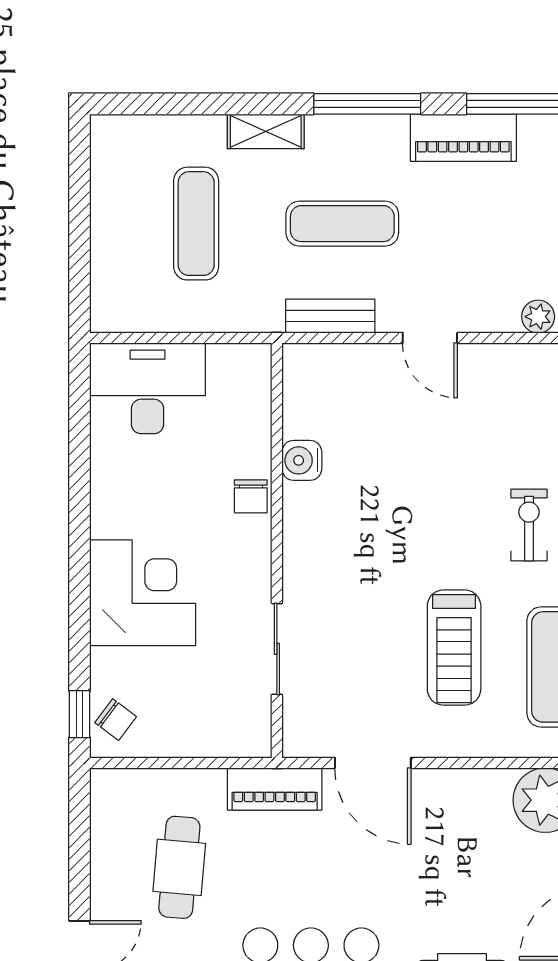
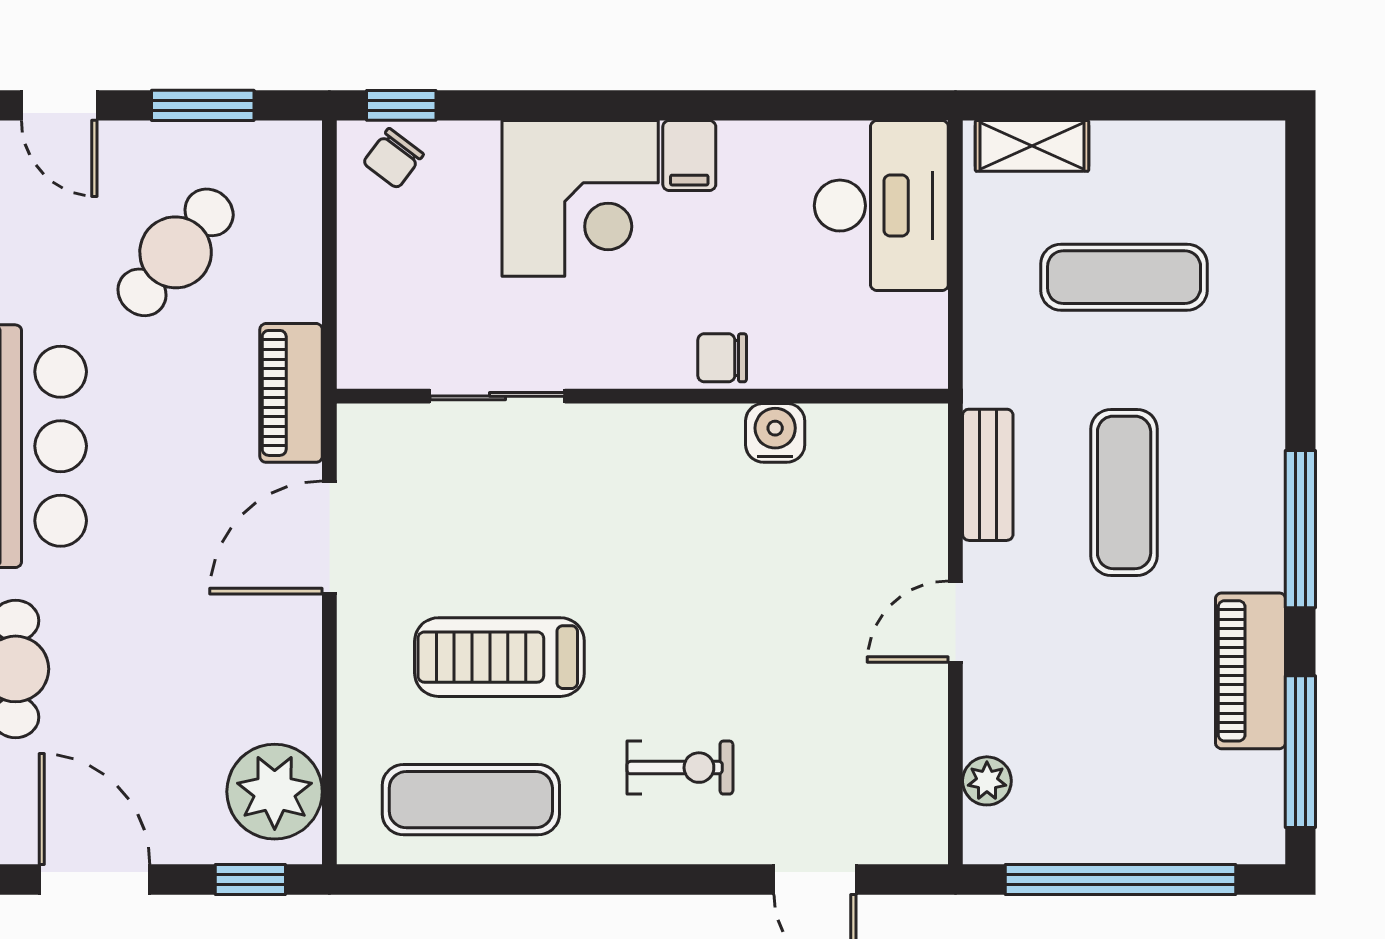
shelving: (266, 131) -> (1032, 146), moved, turned 90
filing cabinet: (114, 519) -> (689, 156), added
window: (80, 849) -> (203, 105), added
cafe table: (179, 867) -> (176, 252), turned -55

